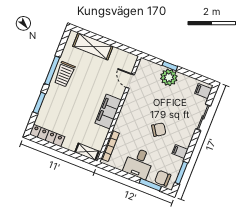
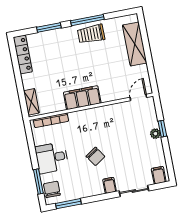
plant: (169, 77) -> (155, 134), width x0.53, depth x0.53
door: (130, 81) -> (138, 97), moved
filing cabinet: (180, 152) -> (110, 185), moved

